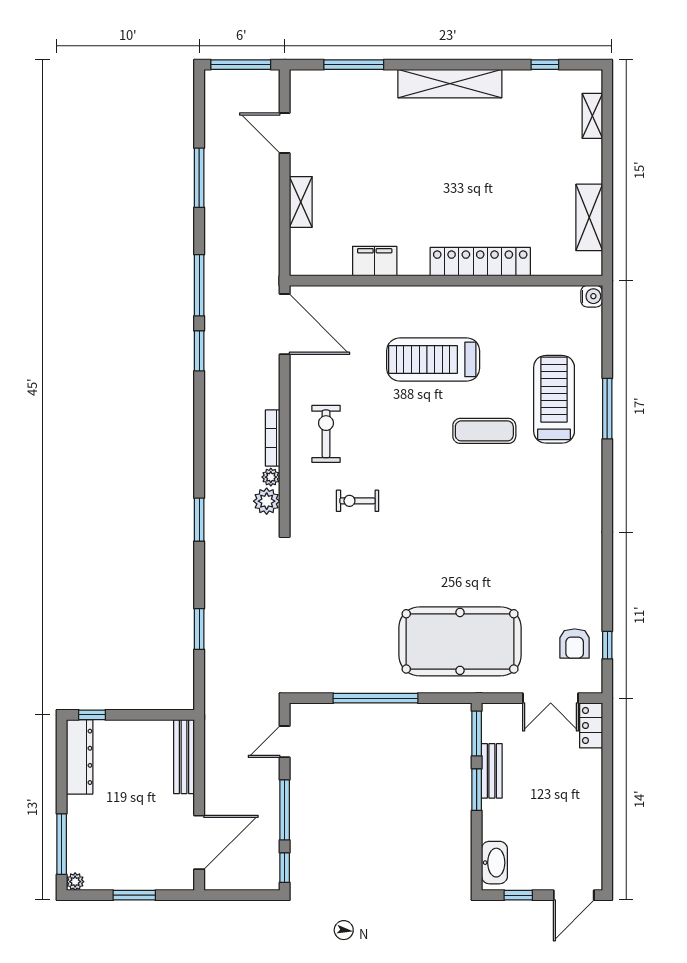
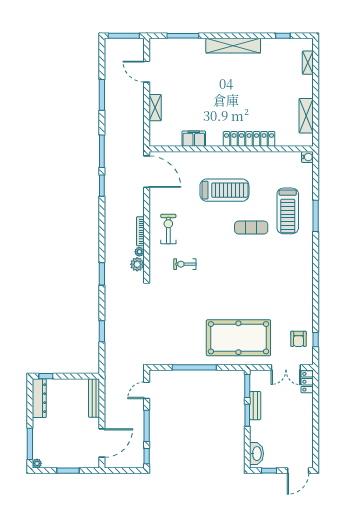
treadmill: (433, 359) -> (224, 190), turned 180
treadmill: (554, 399) -> (288, 211), turned 180

